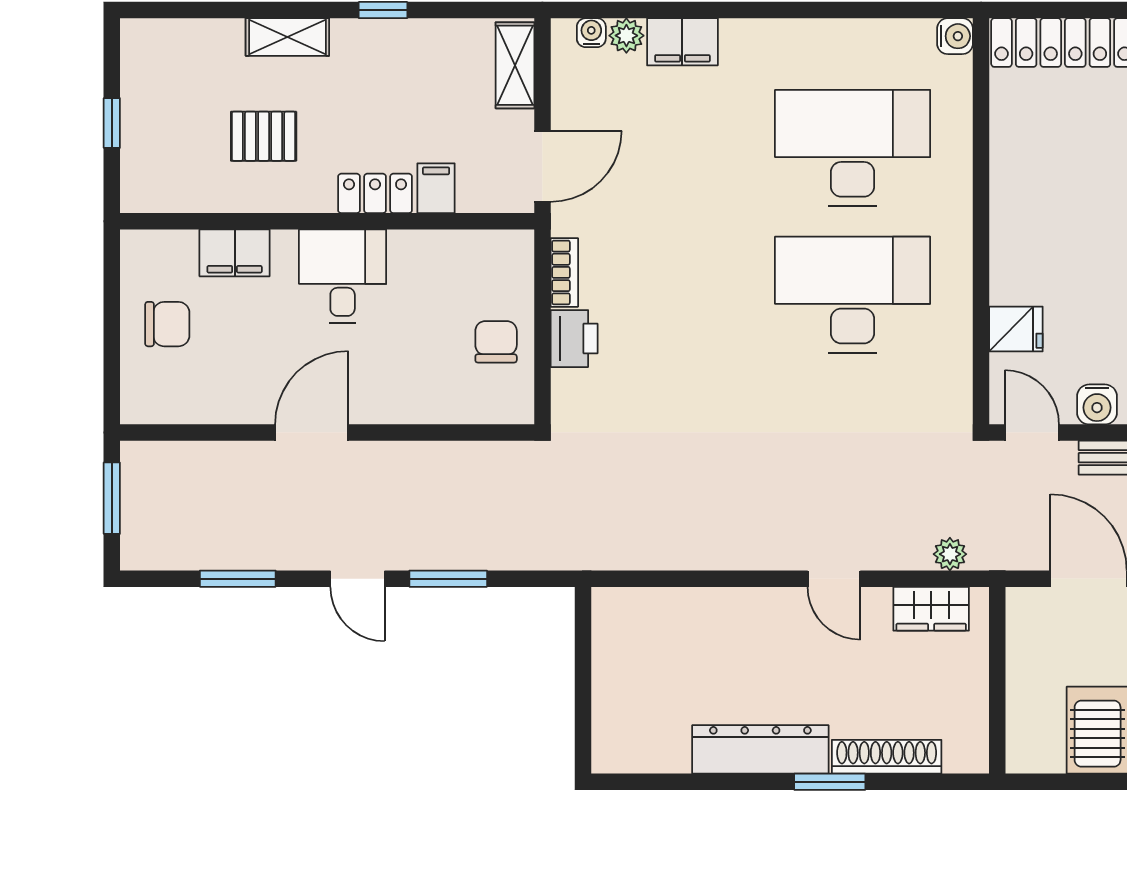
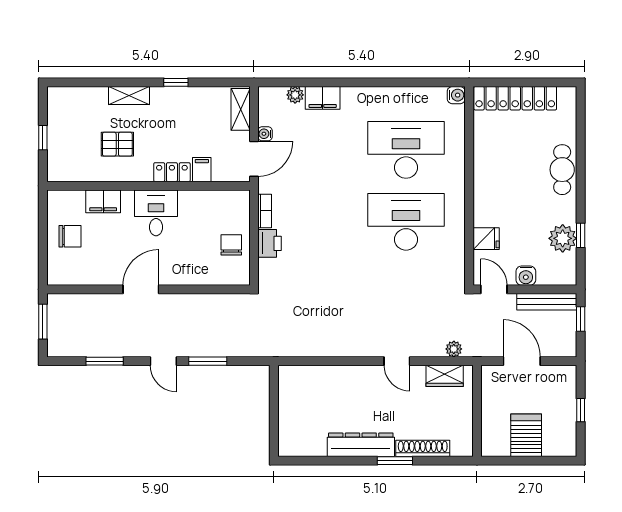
water cooler: (591, 33) -> (265, 134), moved, turned -90

